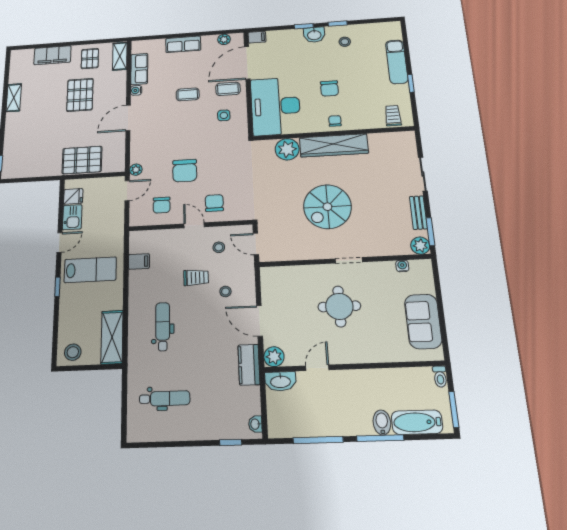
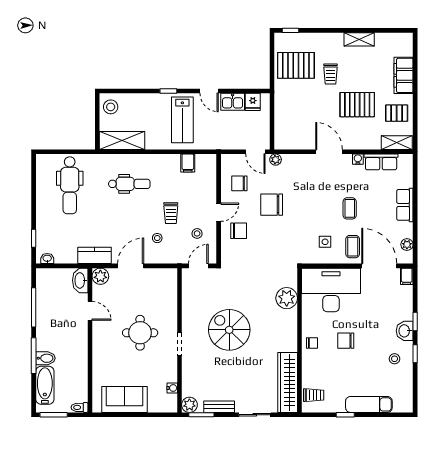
trolley: (47, 122) -> (330, 74), added
wardrobe: (334, 145) -> (288, 383), moved
pallet: (82, 160) -> (296, 65), moved, turned 90
dental chair: (165, 398) -> (70, 185), width x1.36, depth x1.38

